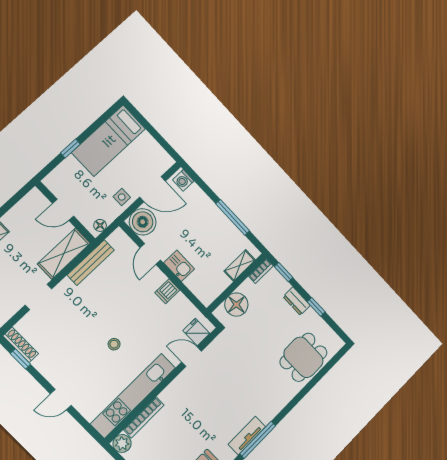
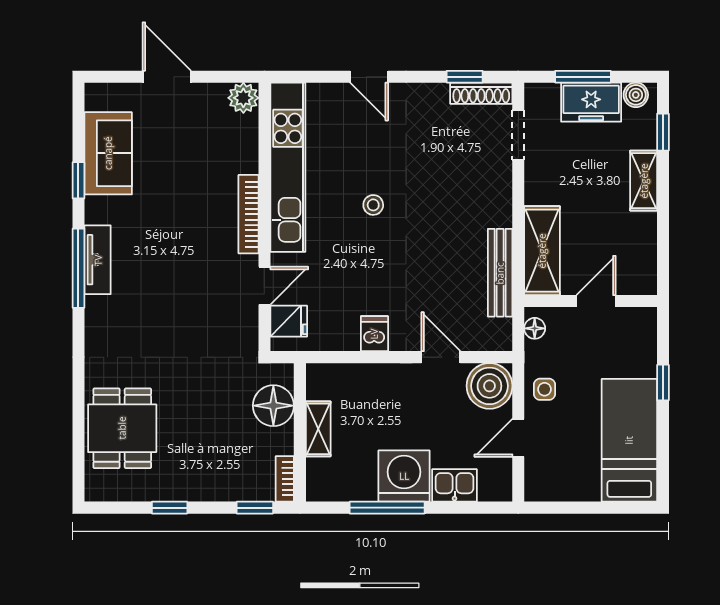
washing machine: (183, 180) -> (404, 476), moved, width x1.89, depth x1.89
door: (153, 189) -> (518, 438), width x0.73
kitchen sink: (179, 266) -> (455, 485), moved, turned 180
shelving: (240, 266) -> (318, 429), moved
doorway: (38, 297) -> (518, 135), moved
dresser: (297, 301) -> (202, 489), removed
door: (61, 400) -> (369, 77), swing flipped
bookcase: (144, 417) -> (248, 214), moved

